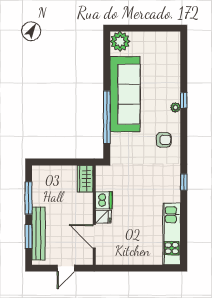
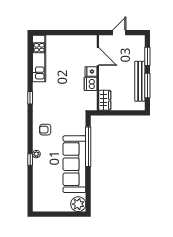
bench: (38, 234) -> (140, 81), moved

